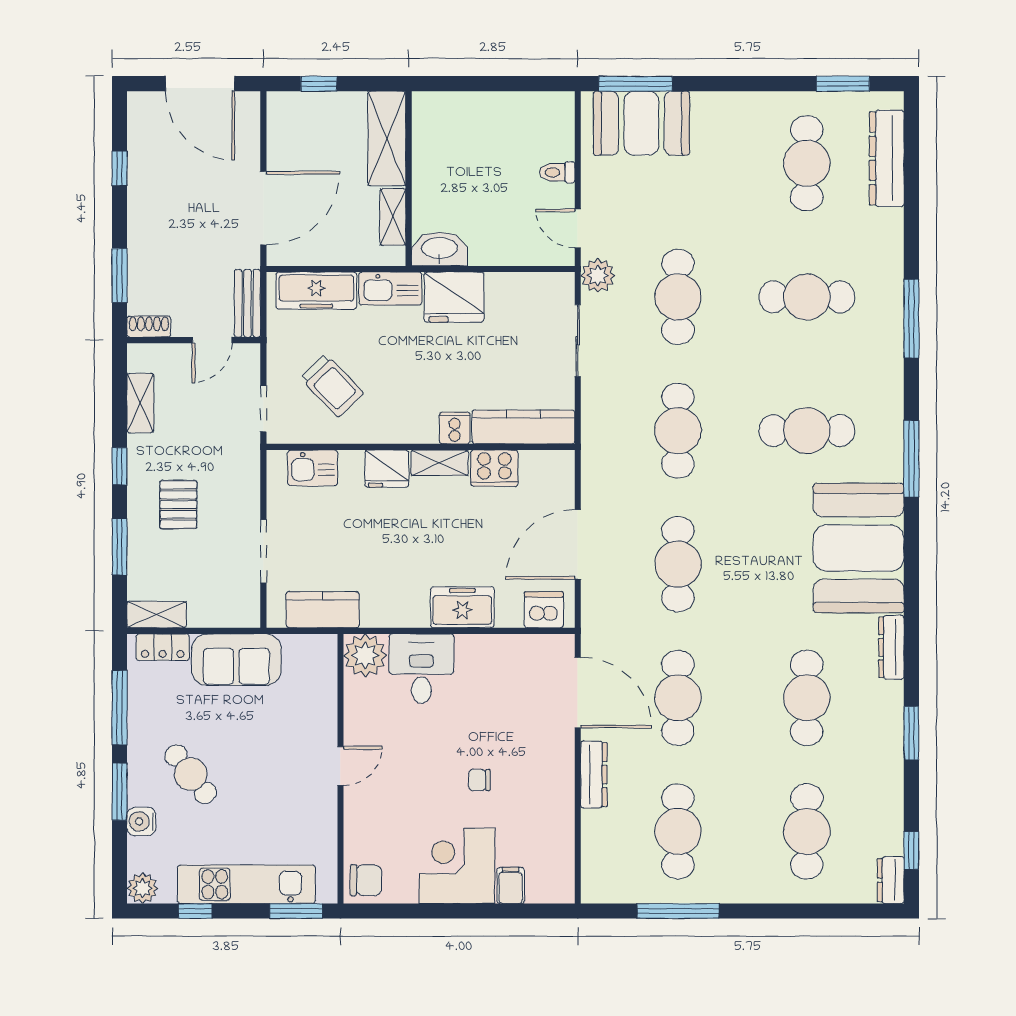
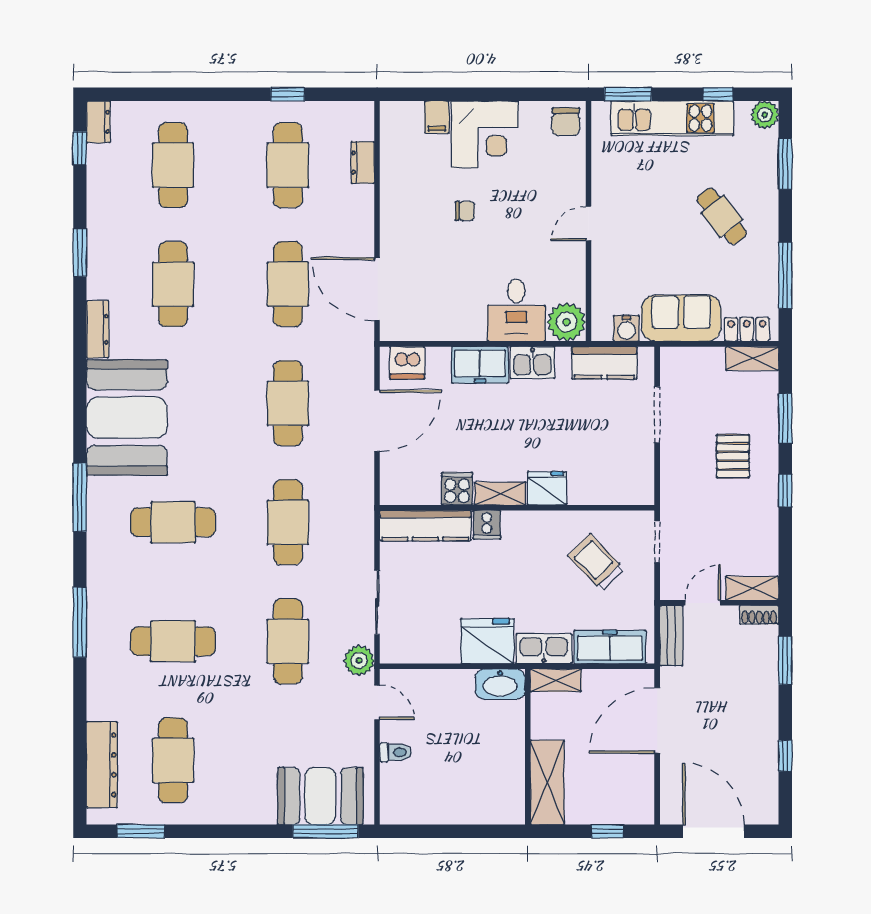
shelving: (393, 217) -> (556, 680), moved, turned 90
shelving: (140, 403) -> (752, 588), moved, turned 90
kitchen sink: (313, 468) -> (532, 363), moved, turned 180
cooker: (494, 468) -> (457, 489), width x0.73
dresser: (594, 775) -> (363, 163), moved, width x0.70
window: (120, 792) -> (785, 164), moved
water cooler: (141, 821) -> (626, 328), moved, turned 90
chair: (366, 880) -> (566, 122), turned -91
window: (678, 911) -> (288, 94), width x0.46

